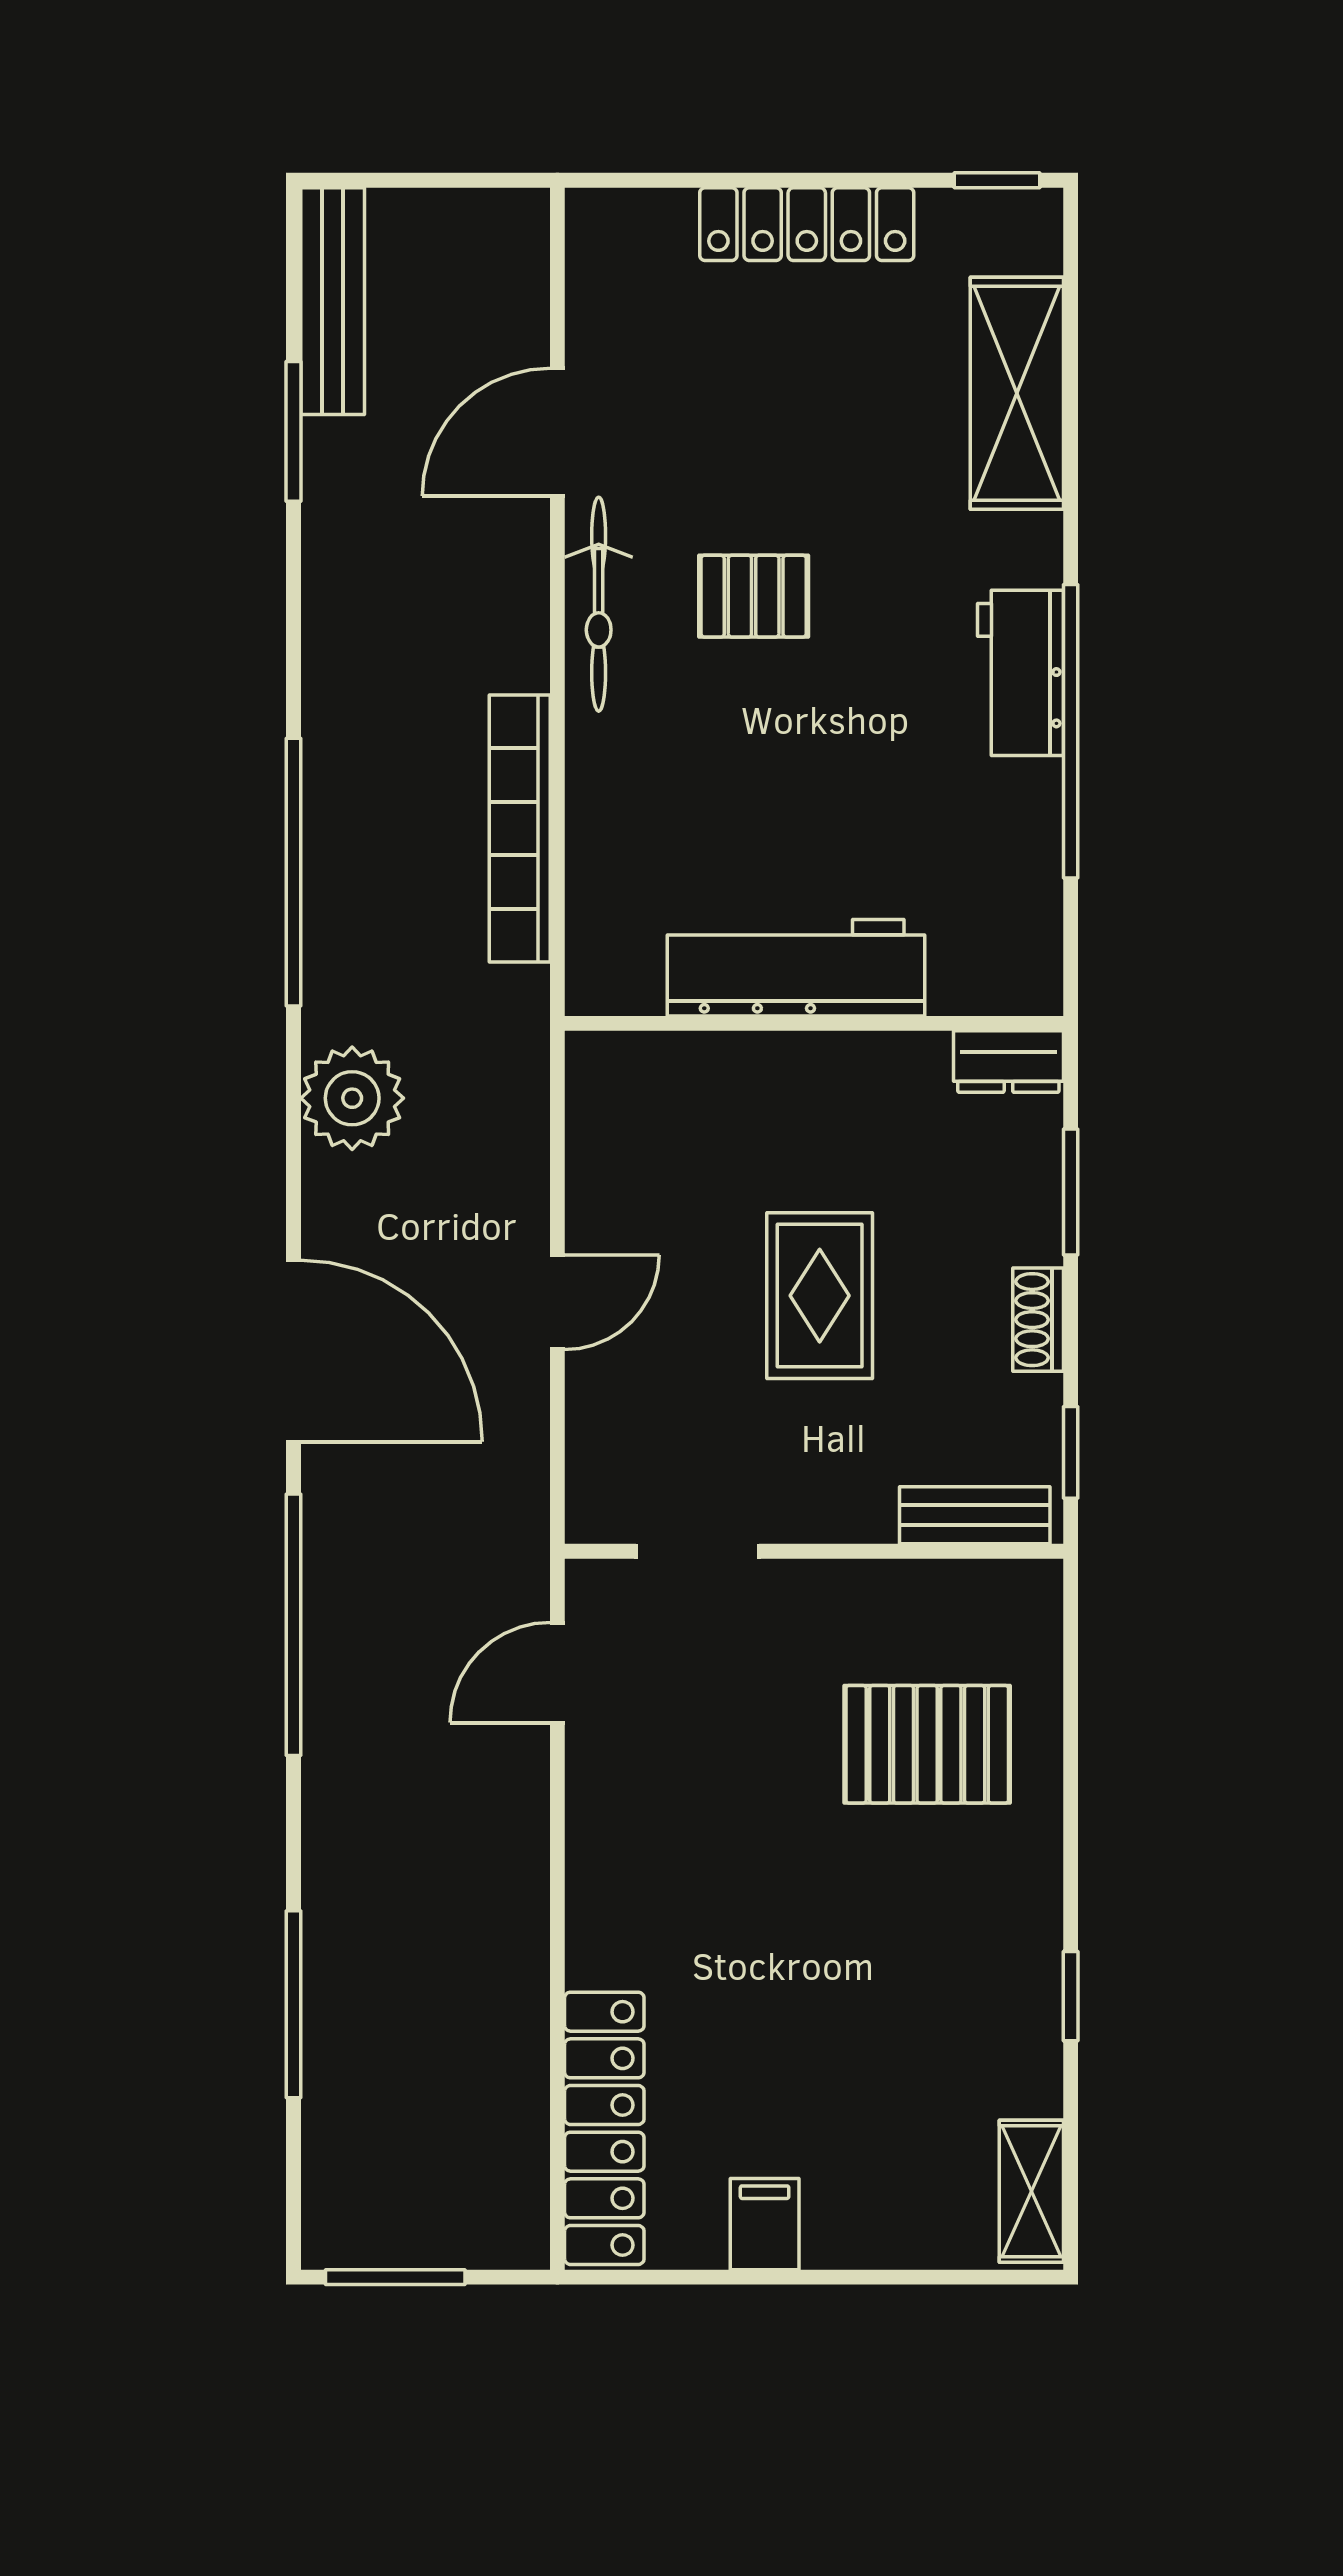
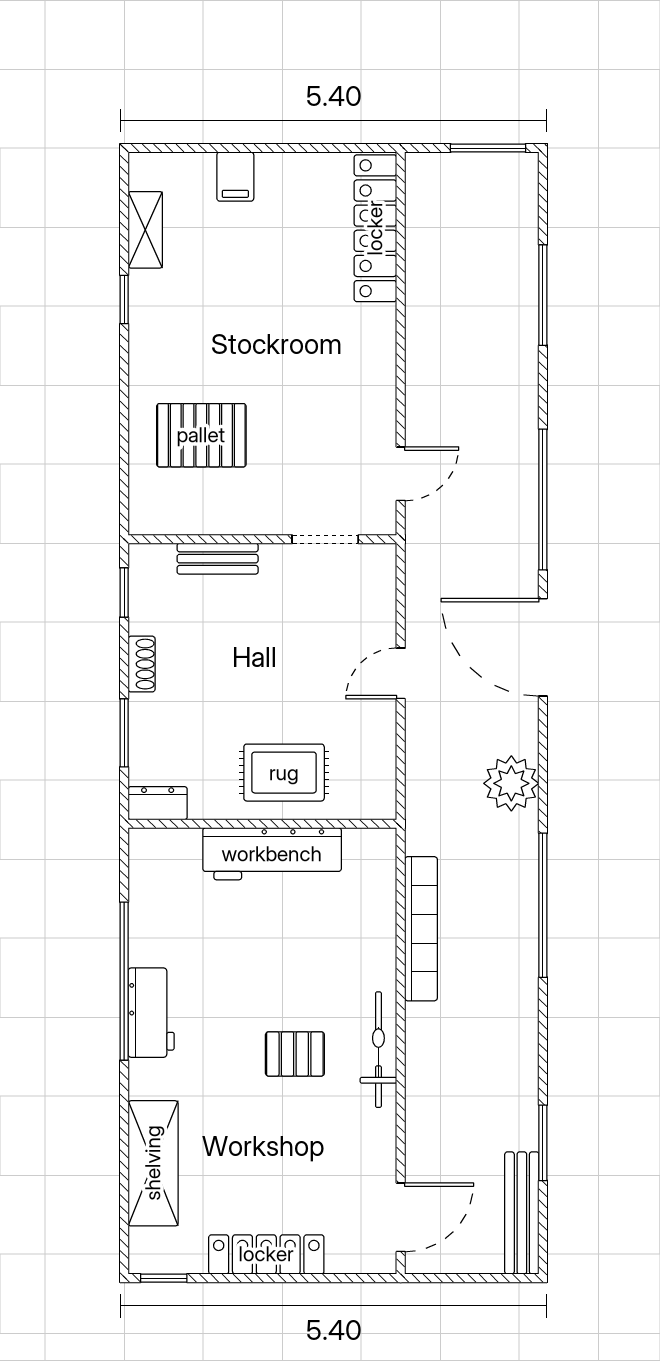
door: (557, 432) -> (401, 1217), moved
rug: (820, 1296) -> (284, 773), moved, turned 90
bench: (975, 1515) -> (218, 559), moved
shelving: (1031, 2191) -> (145, 230), moved
filing cabinet: (765, 2224) -> (235, 177), moved

